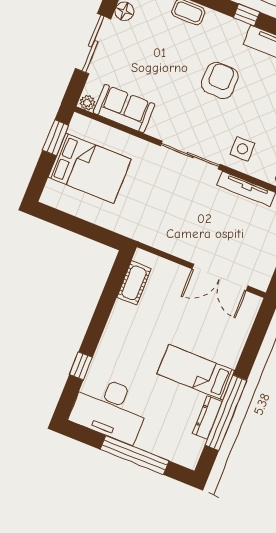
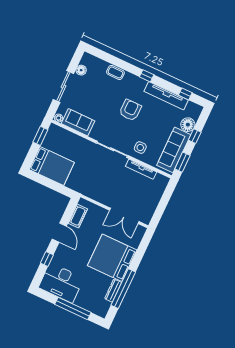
bed: (90, 168) -> (52, 166), moved
door: (101, 316) -> (59, 233), added
bed: (196, 372) -> (112, 258), width x2.04

